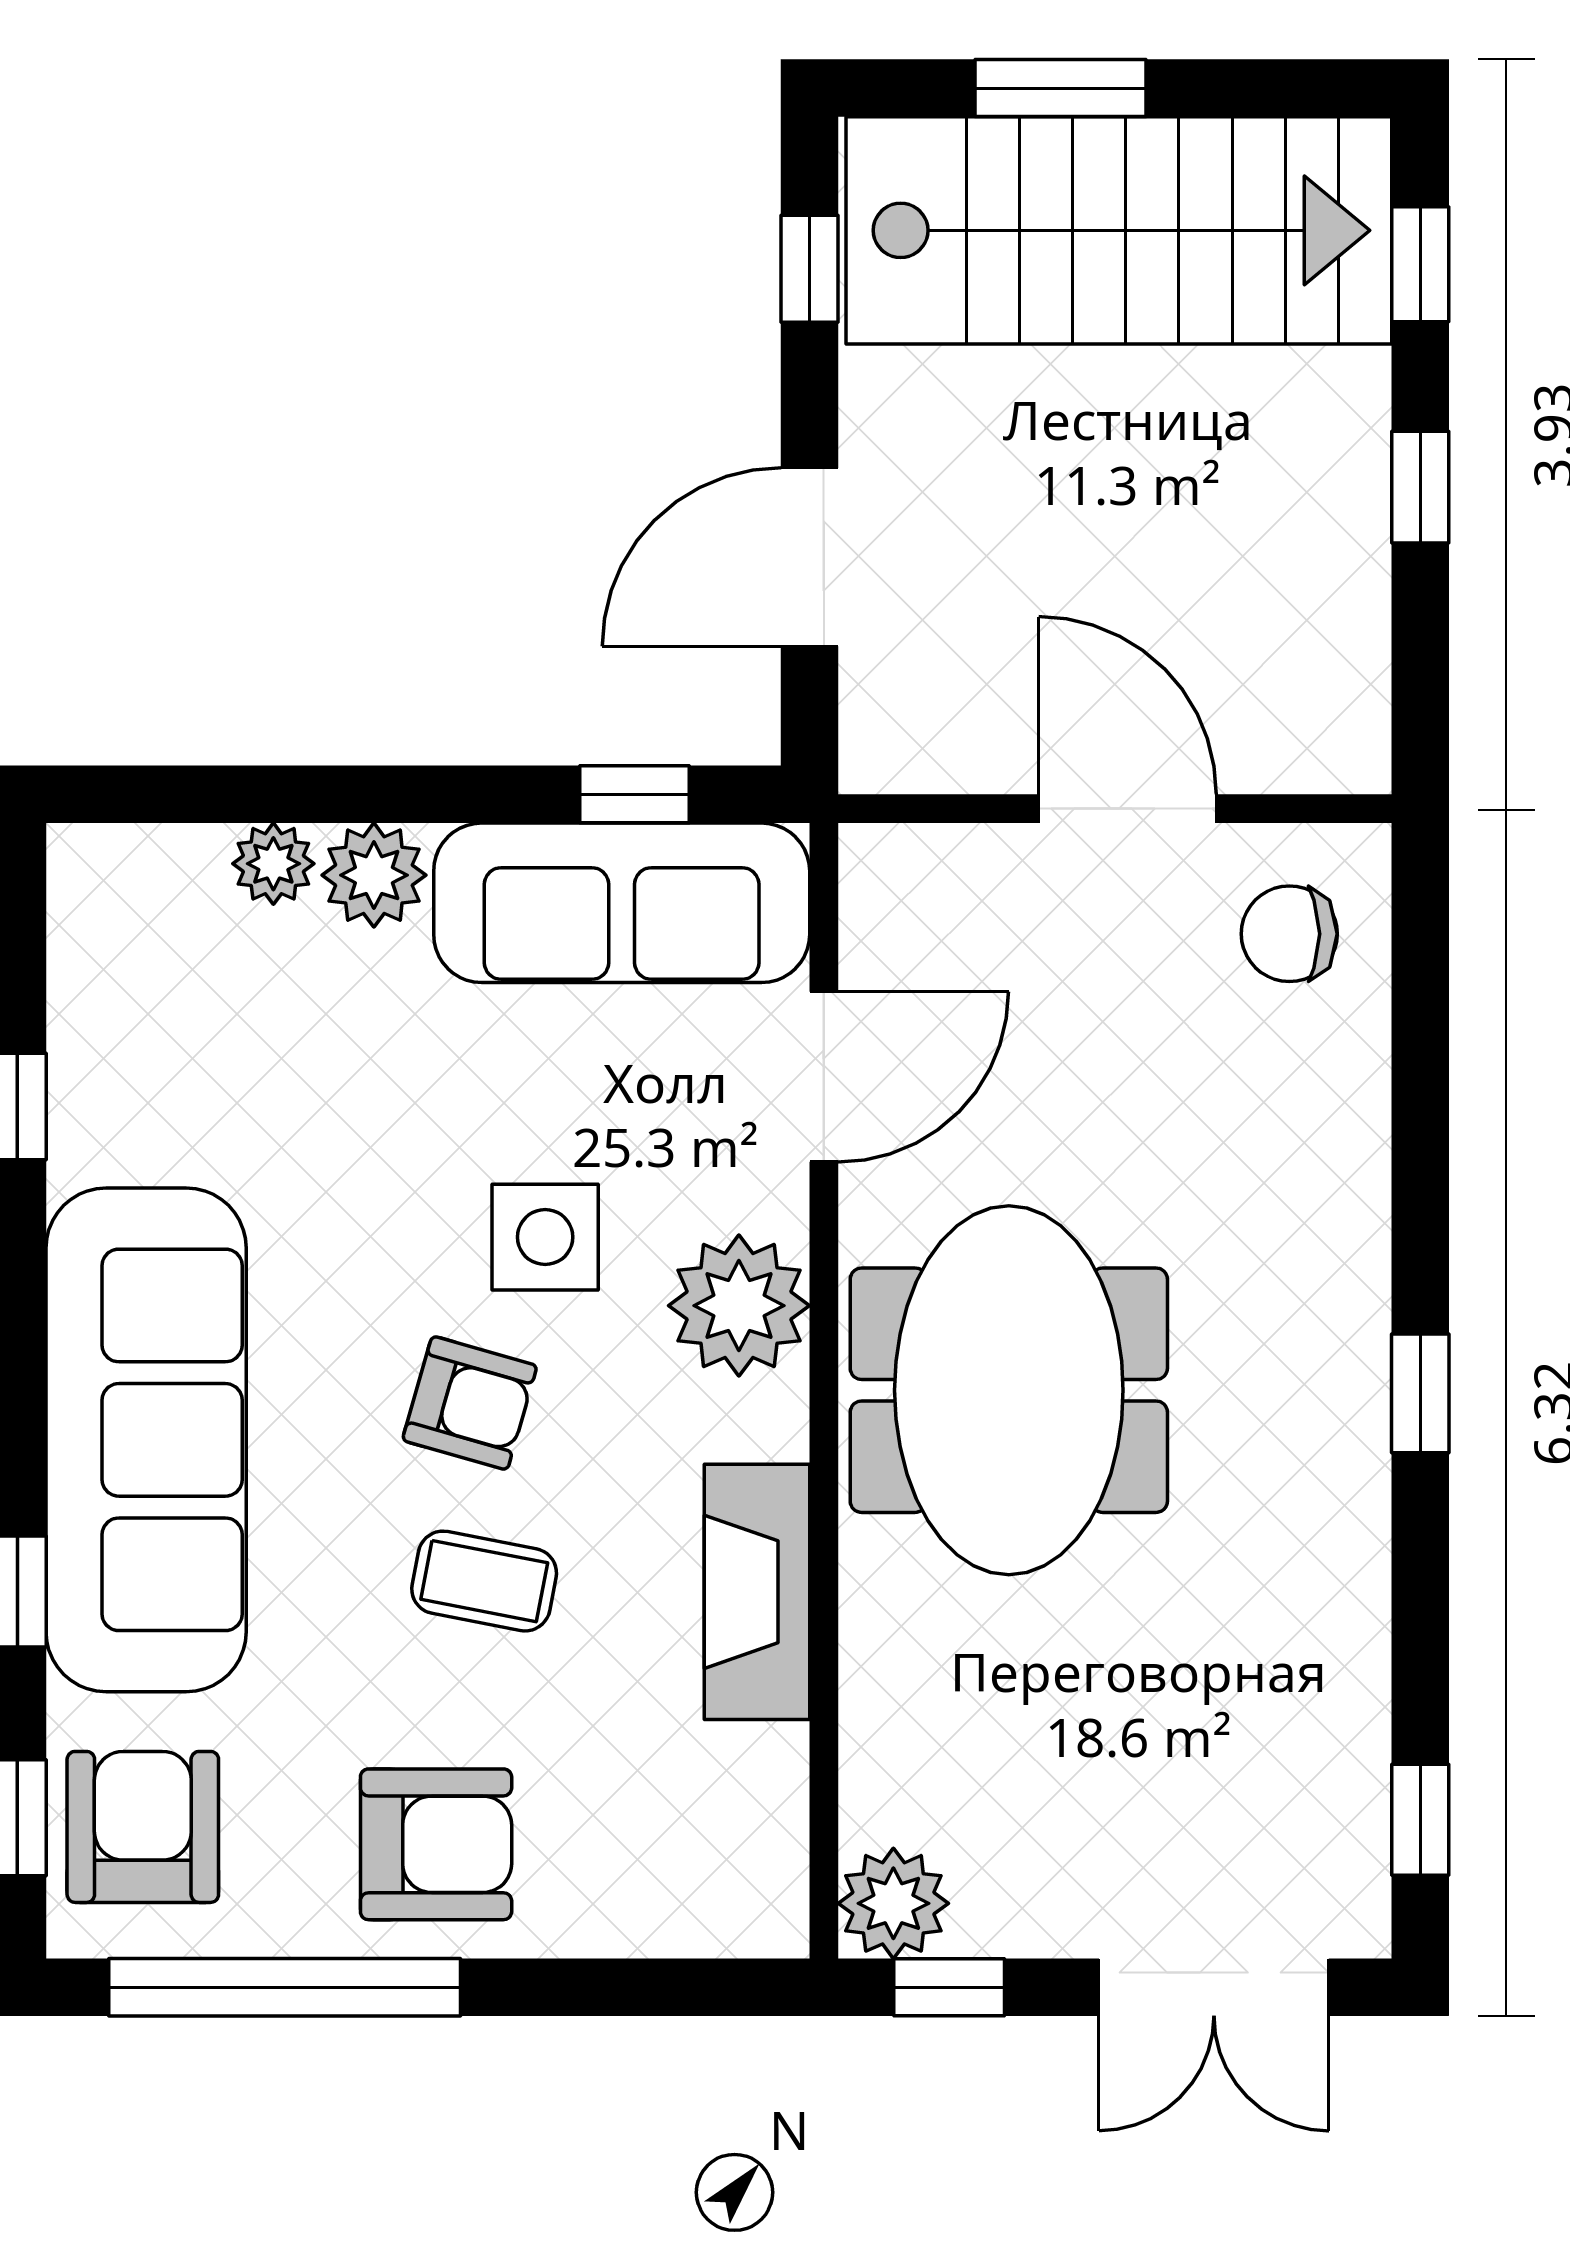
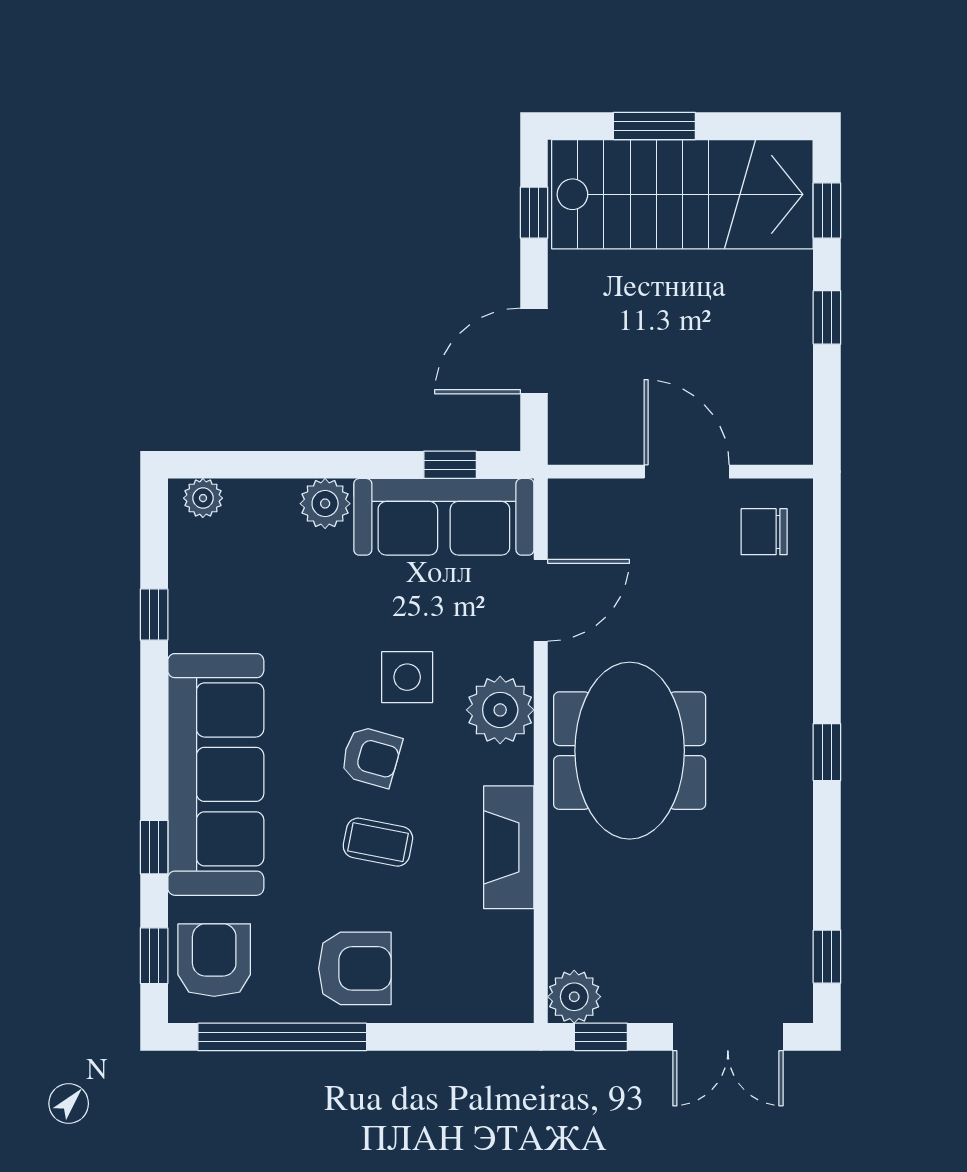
plant: (273, 864) -> (203, 498), moved

